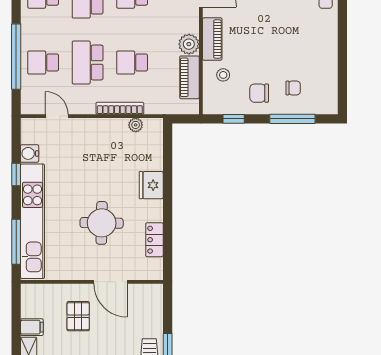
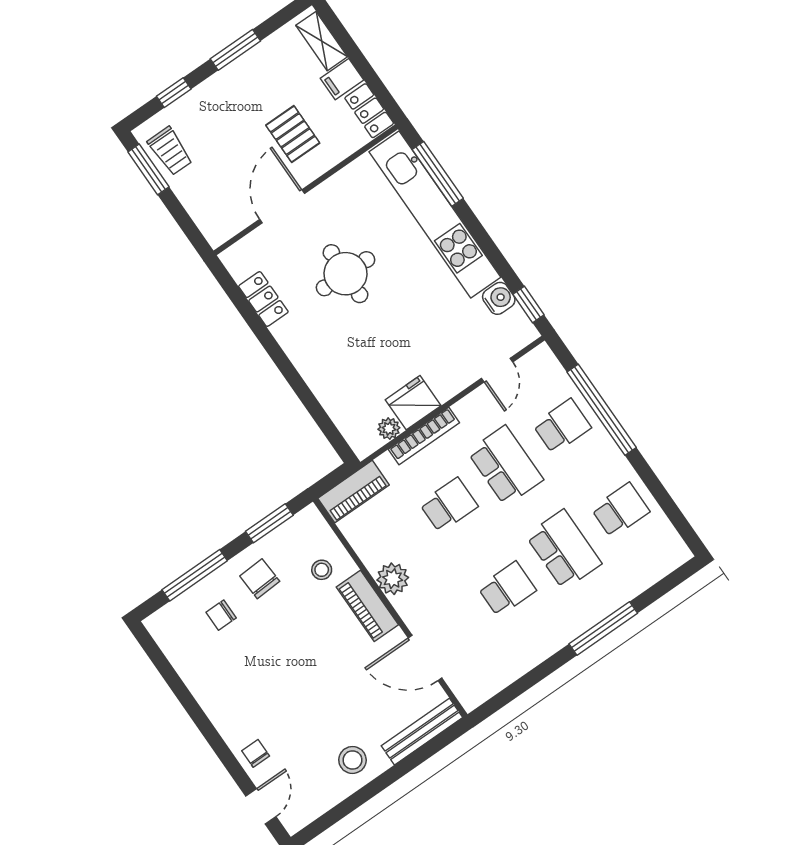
piano: (189, 77) -> (353, 492), moved, turned 90
chair: (259, 93) -> (260, 579), turned -93
door: (57, 116) -> (497, 370), hinge flipped
window: (234, 119) -> (269, 523), width x1.50
window: (16, 175) -> (528, 305), moved
fridge: (151, 185) -> (413, 403), moved, turned -90
door: (110, 282) -> (282, 206), hinge flipped
locker: (29, 300) -> (369, 111), added

